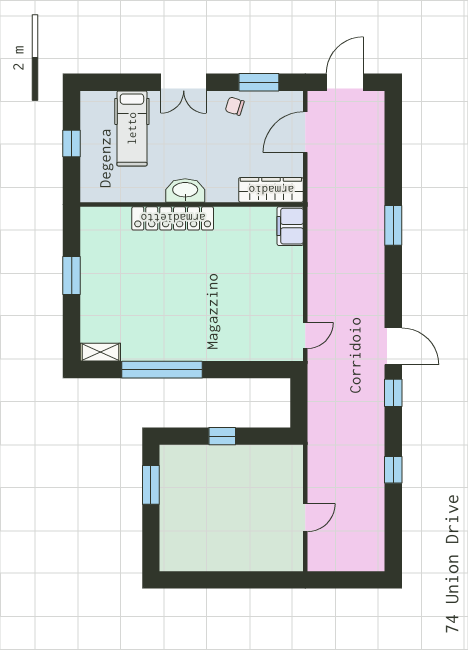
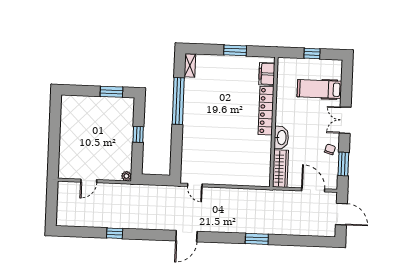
washbasin: (185, 190) -> (281, 138), moved
filing cabinet: (290, 226) -> (267, 74), moved, turned -90
window: (393, 393) -> (159, 235), removed
plant: (294, 453) -> (126, 176), added
door: (305, 518) -> (89, 181), hinge flipped

